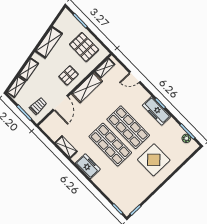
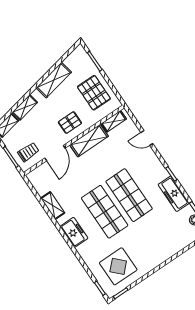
freezer: (157, 111) -> (174, 194), moved
display table: (154, 160) -> (118, 266), moved

